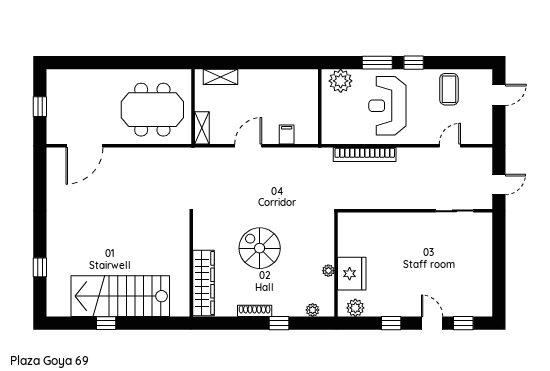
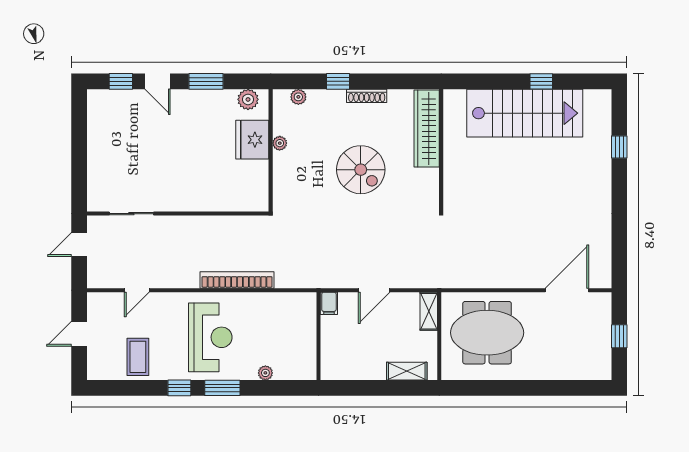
plant: (341, 81) -> (265, 373), width x0.53, depth x0.53
door: (499, 95) -> (79, 334), moved
wall: (320, 107) -> (319, 336), moved
window: (391, 323) -> (206, 81), width x1.50

